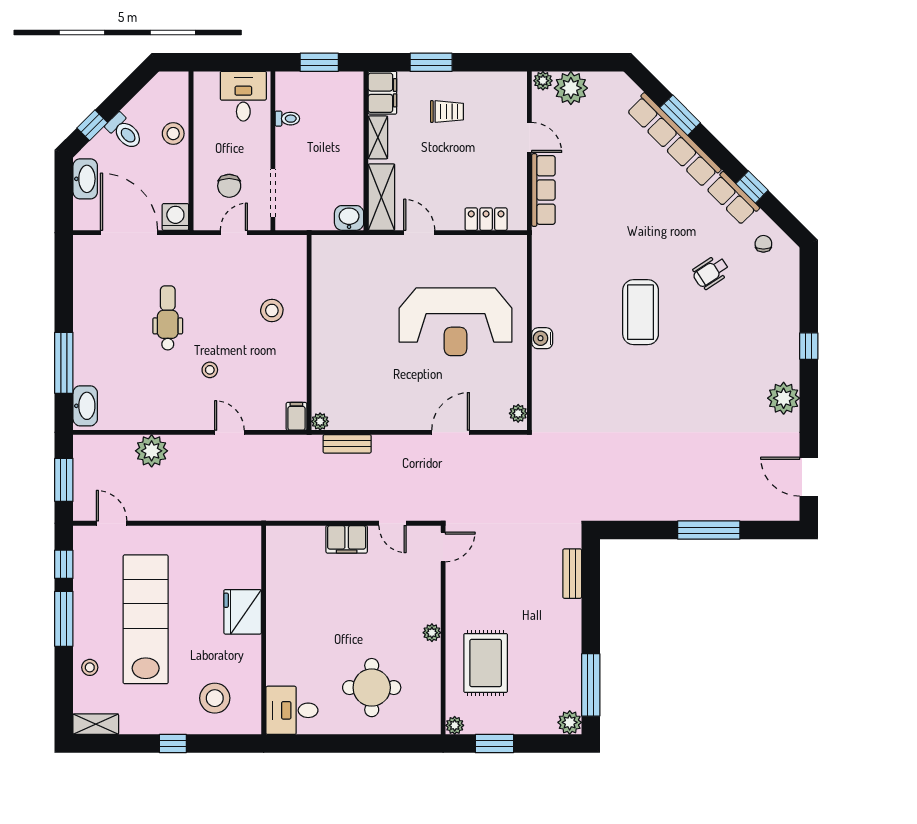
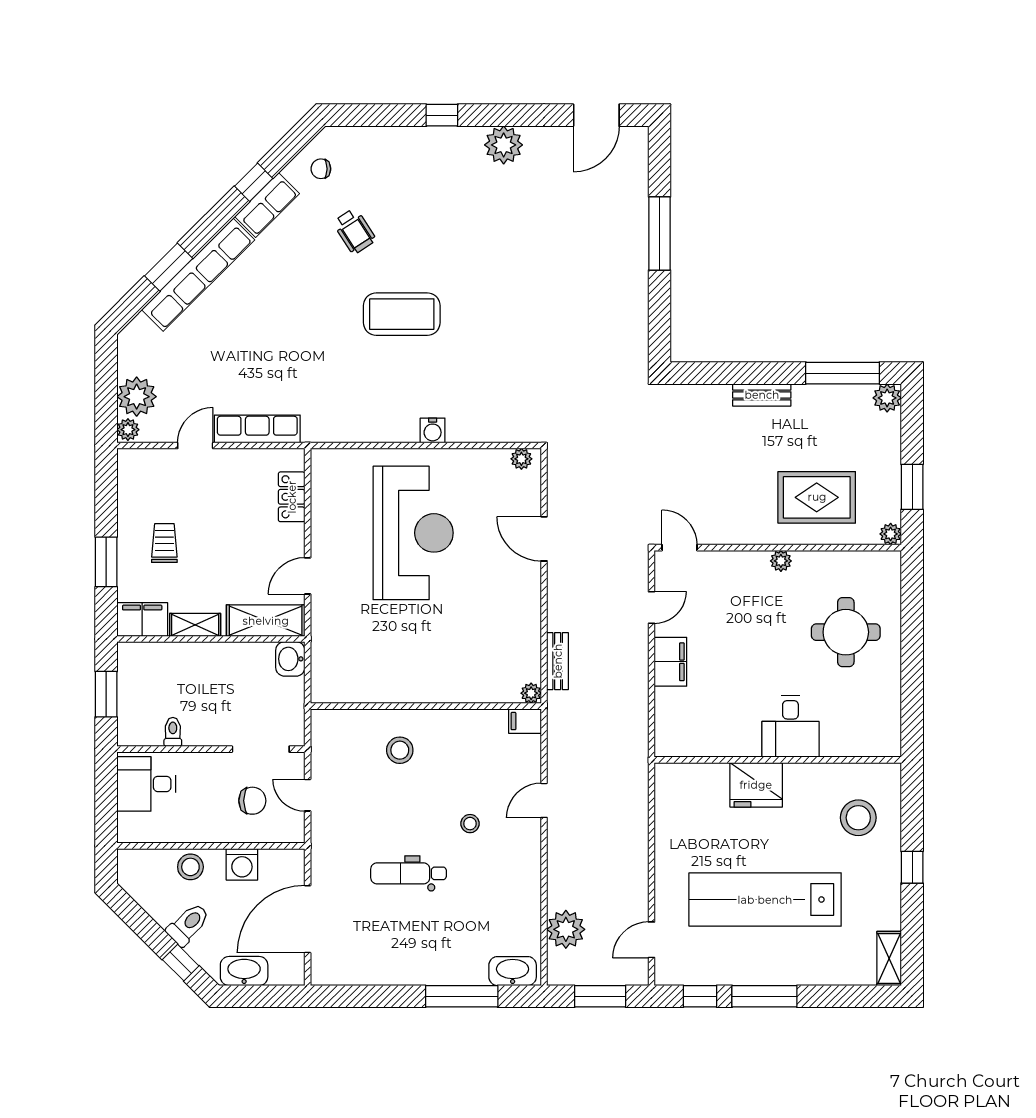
washing machine: (175, 217) -> (242, 864), moved, turned -90
plant: (152, 451) -> (566, 929), moved
bench: (572, 574) -> (762, 395), moved
stool: (90, 667) -> (822, 966), removed
desk: (292, 710) -> (790, 726), moved

